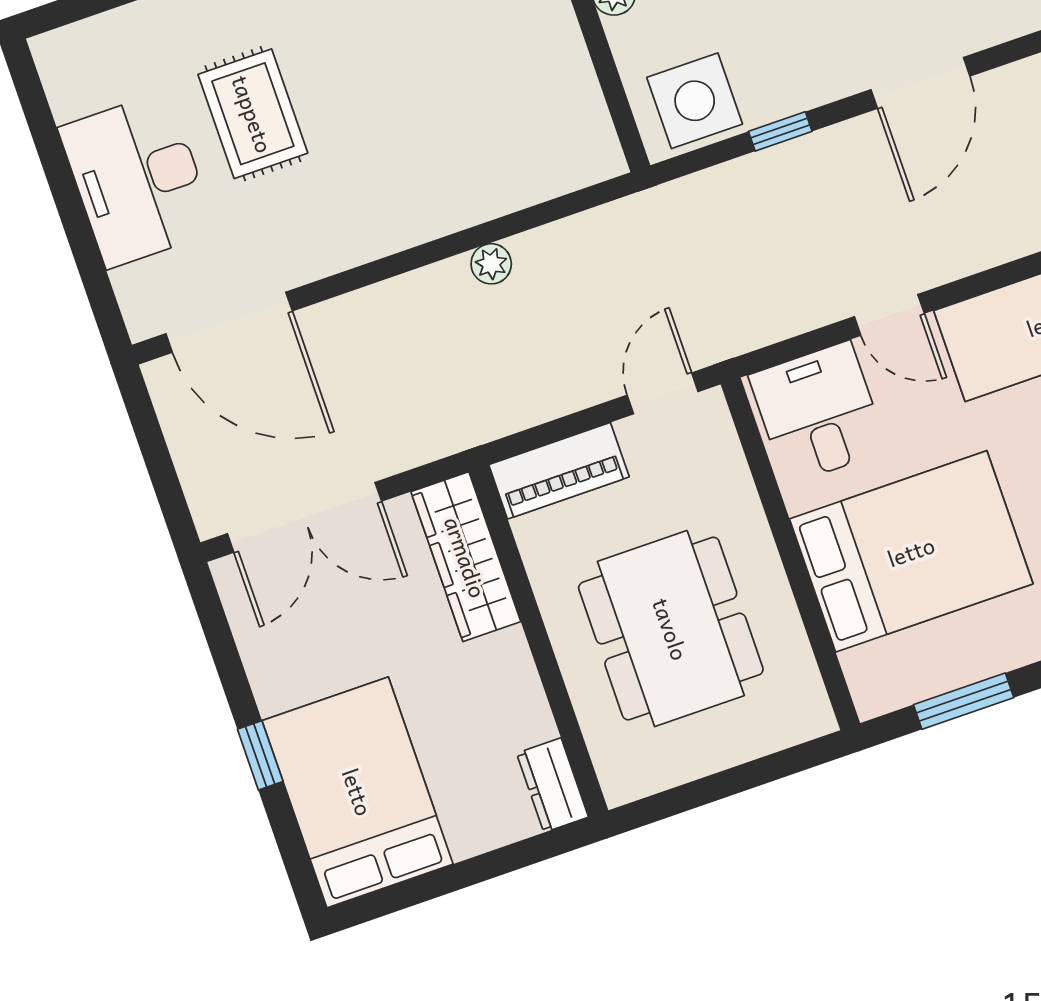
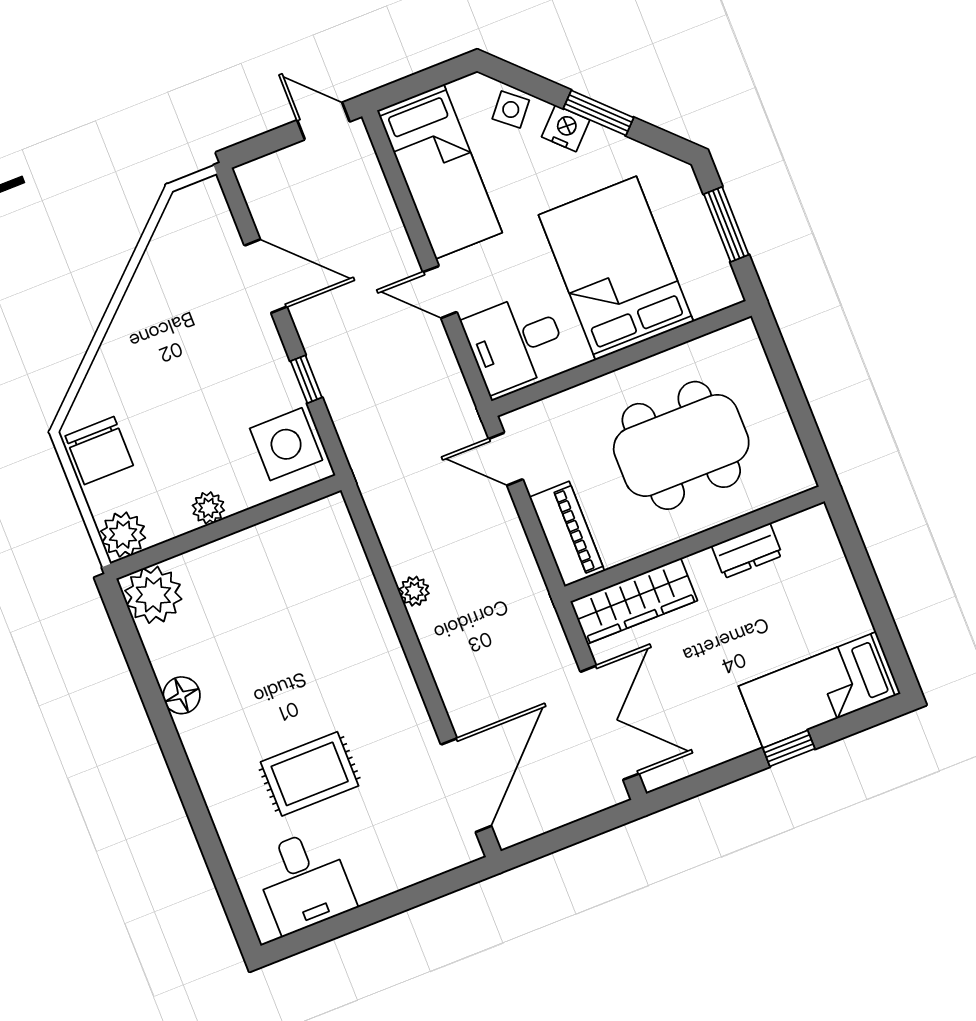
desk: (137, 180) -> (304, 881), moved, width x0.73
door: (889, 315) -> (440, 292), swing flipped
dresser: (552, 785) -> (747, 551), moved
bed: (358, 792) -> (820, 690), width x0.67

